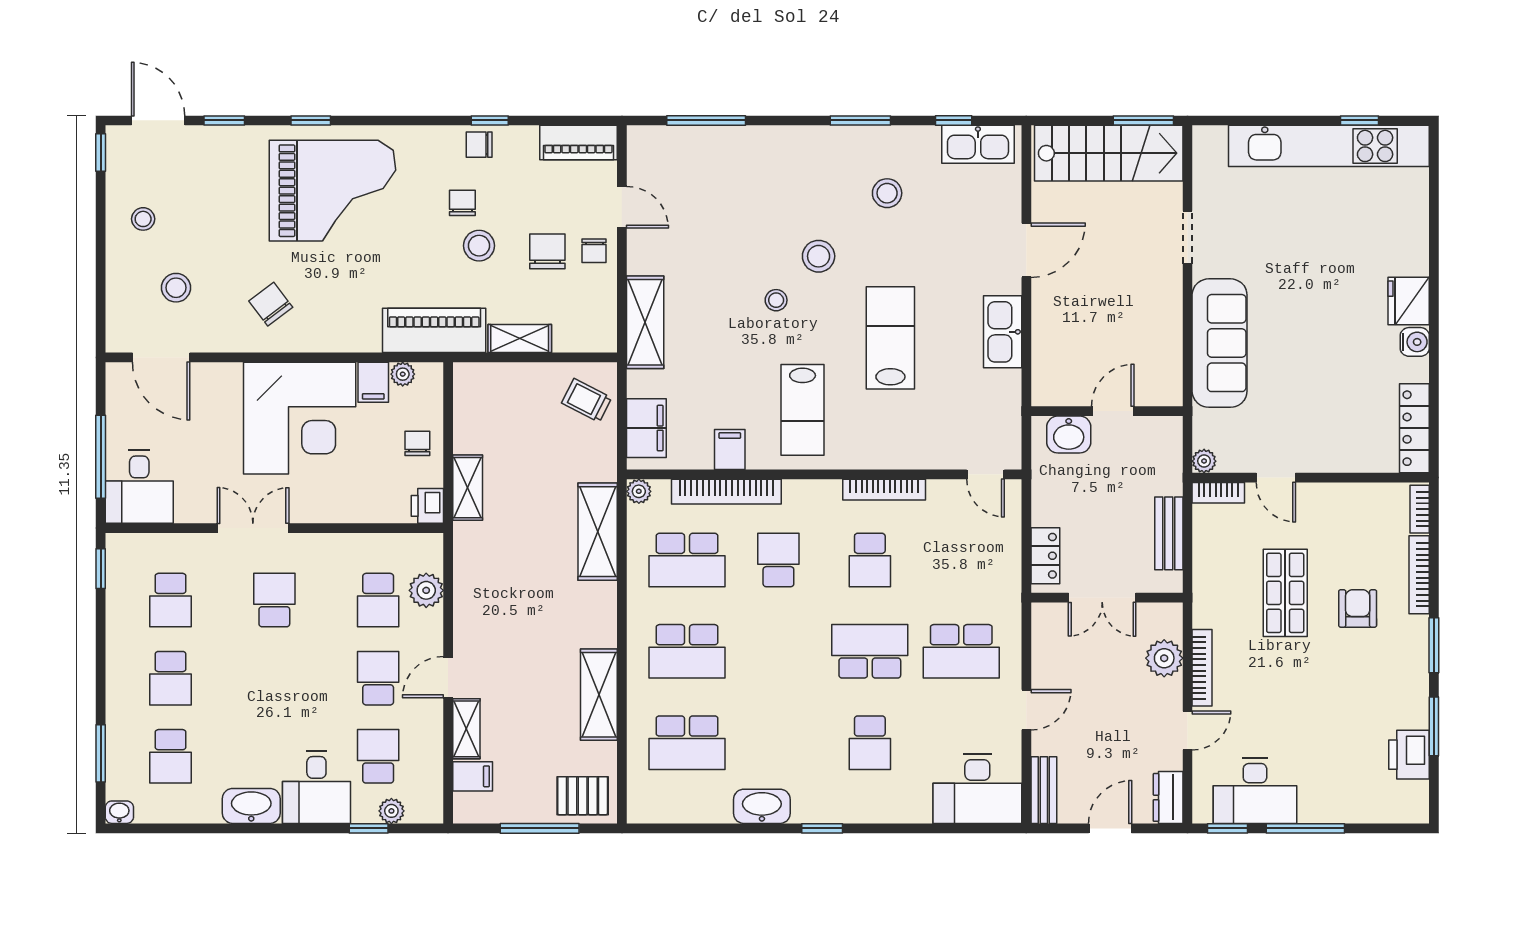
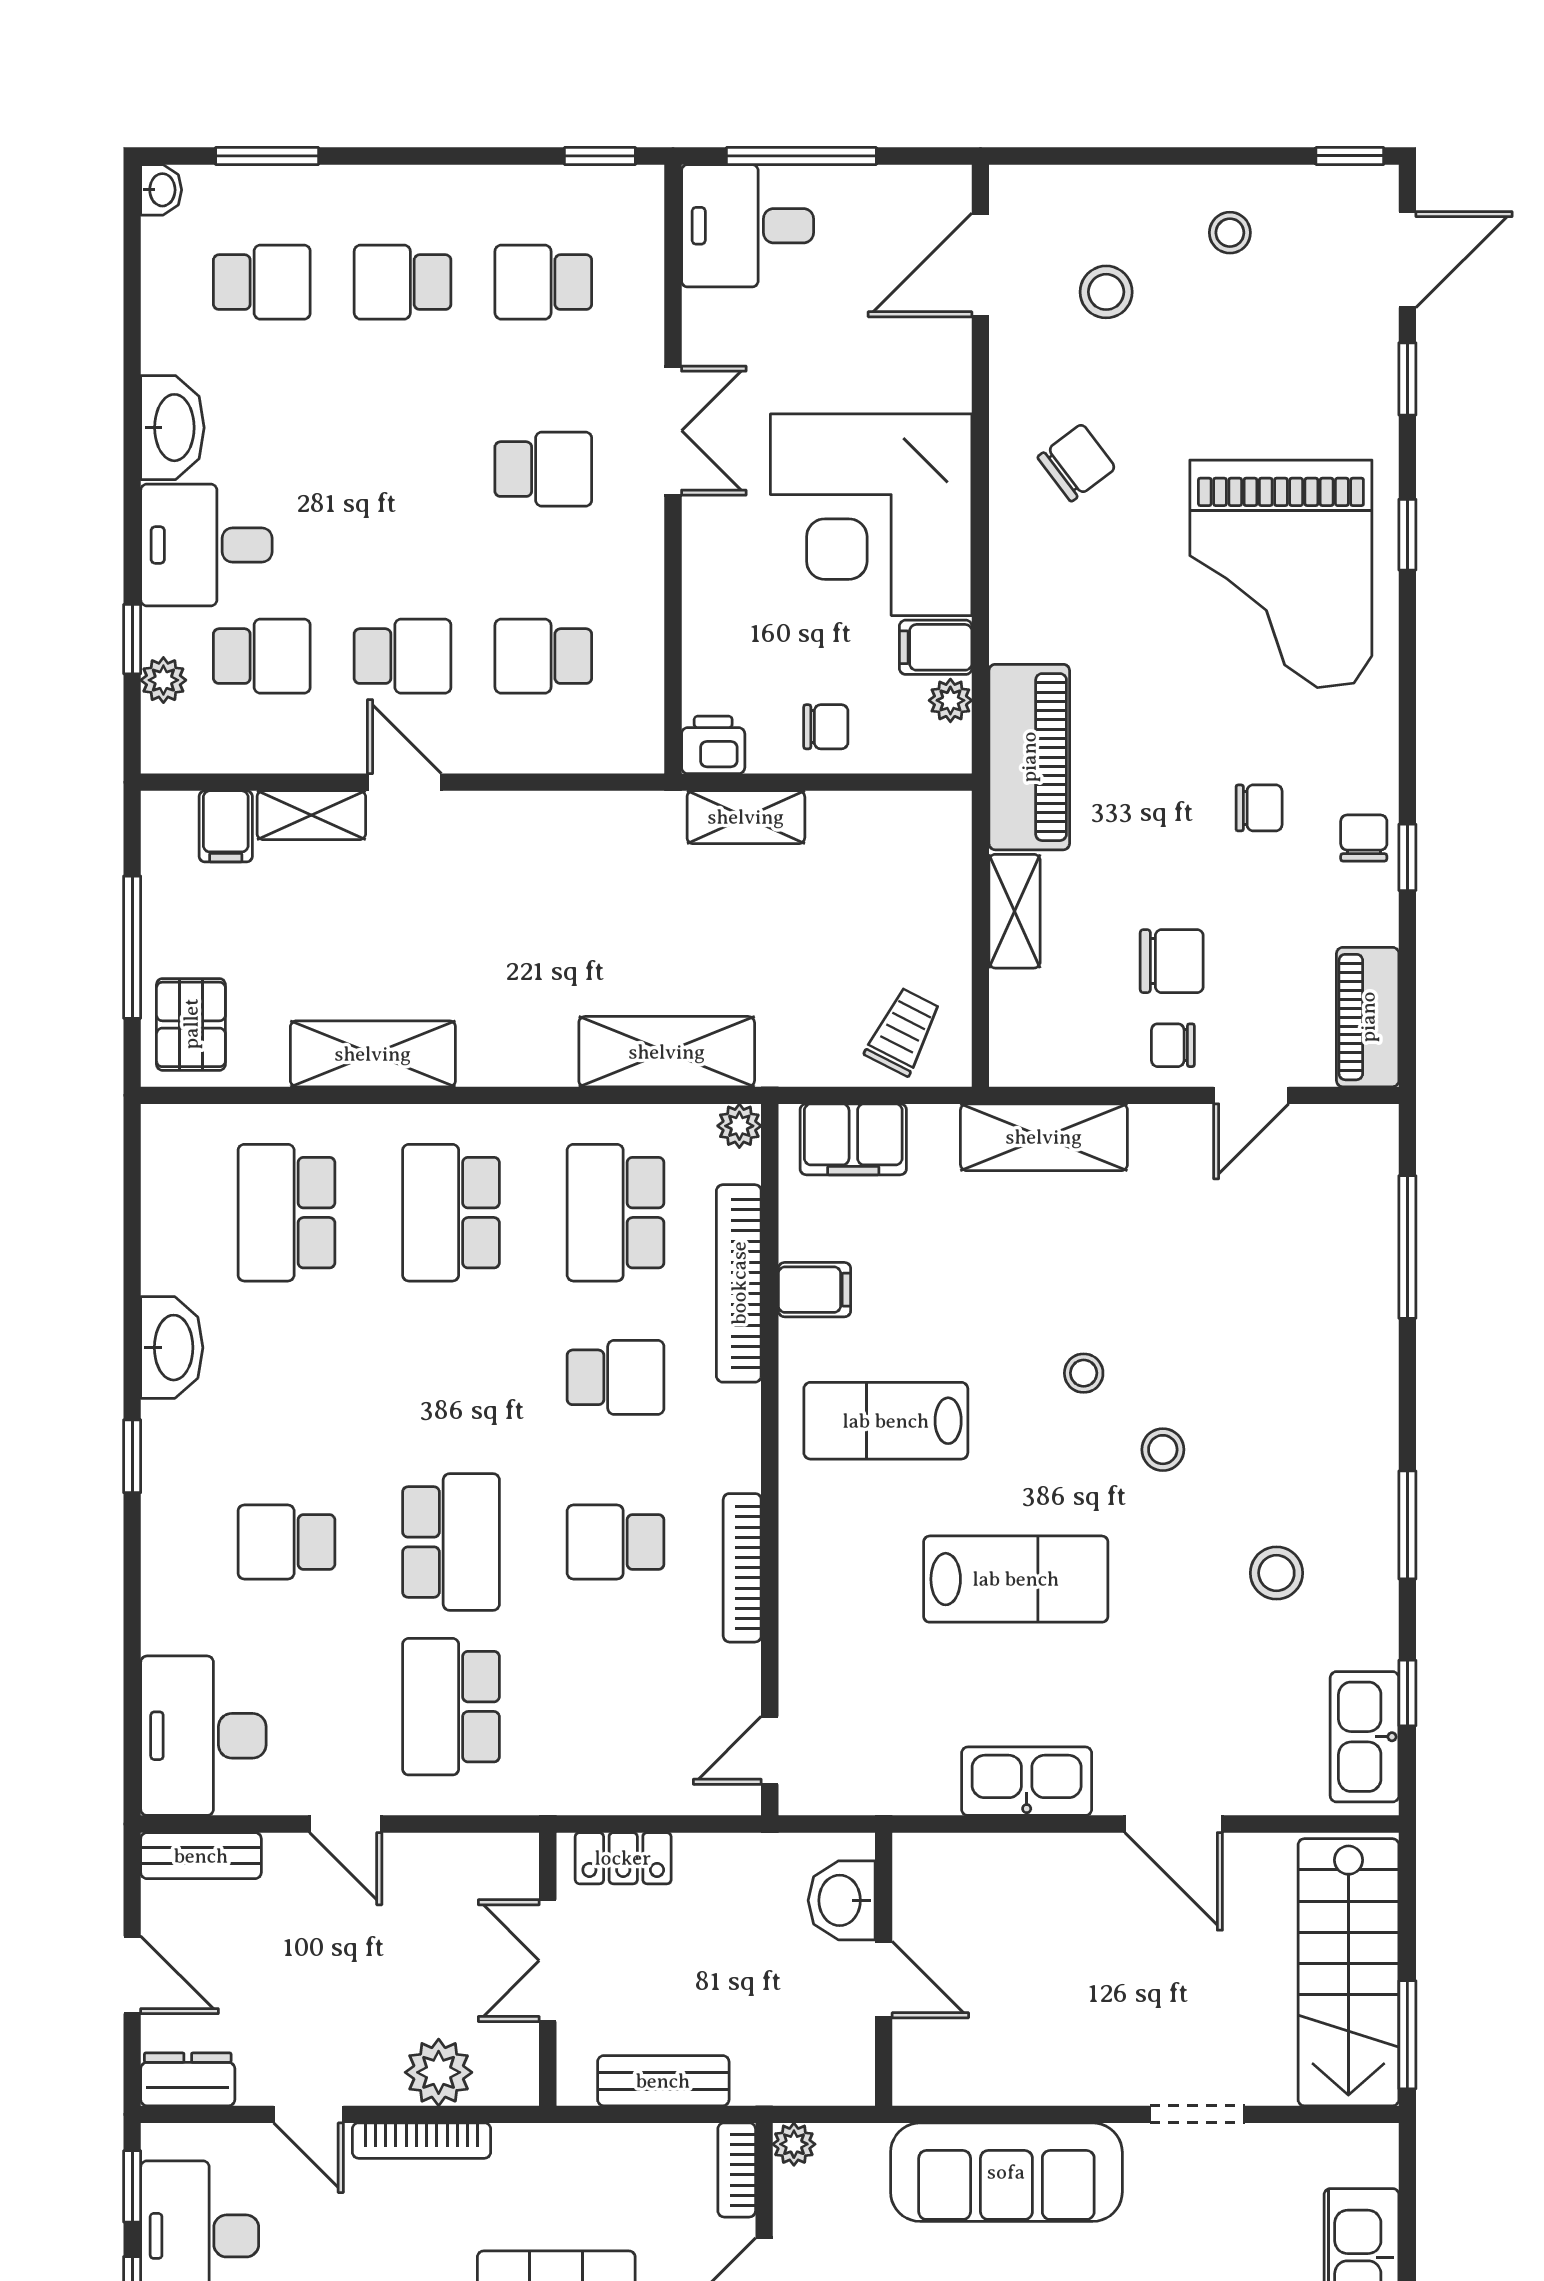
stool: (479, 246) -> (1182, 838), removed
stool: (819, 256) -> (1163, 1450), width x0.73, depth x0.73
plant: (426, 590) -> (561, 743), removed
school desk: (171, 756) -> (262, 282), turned 180

